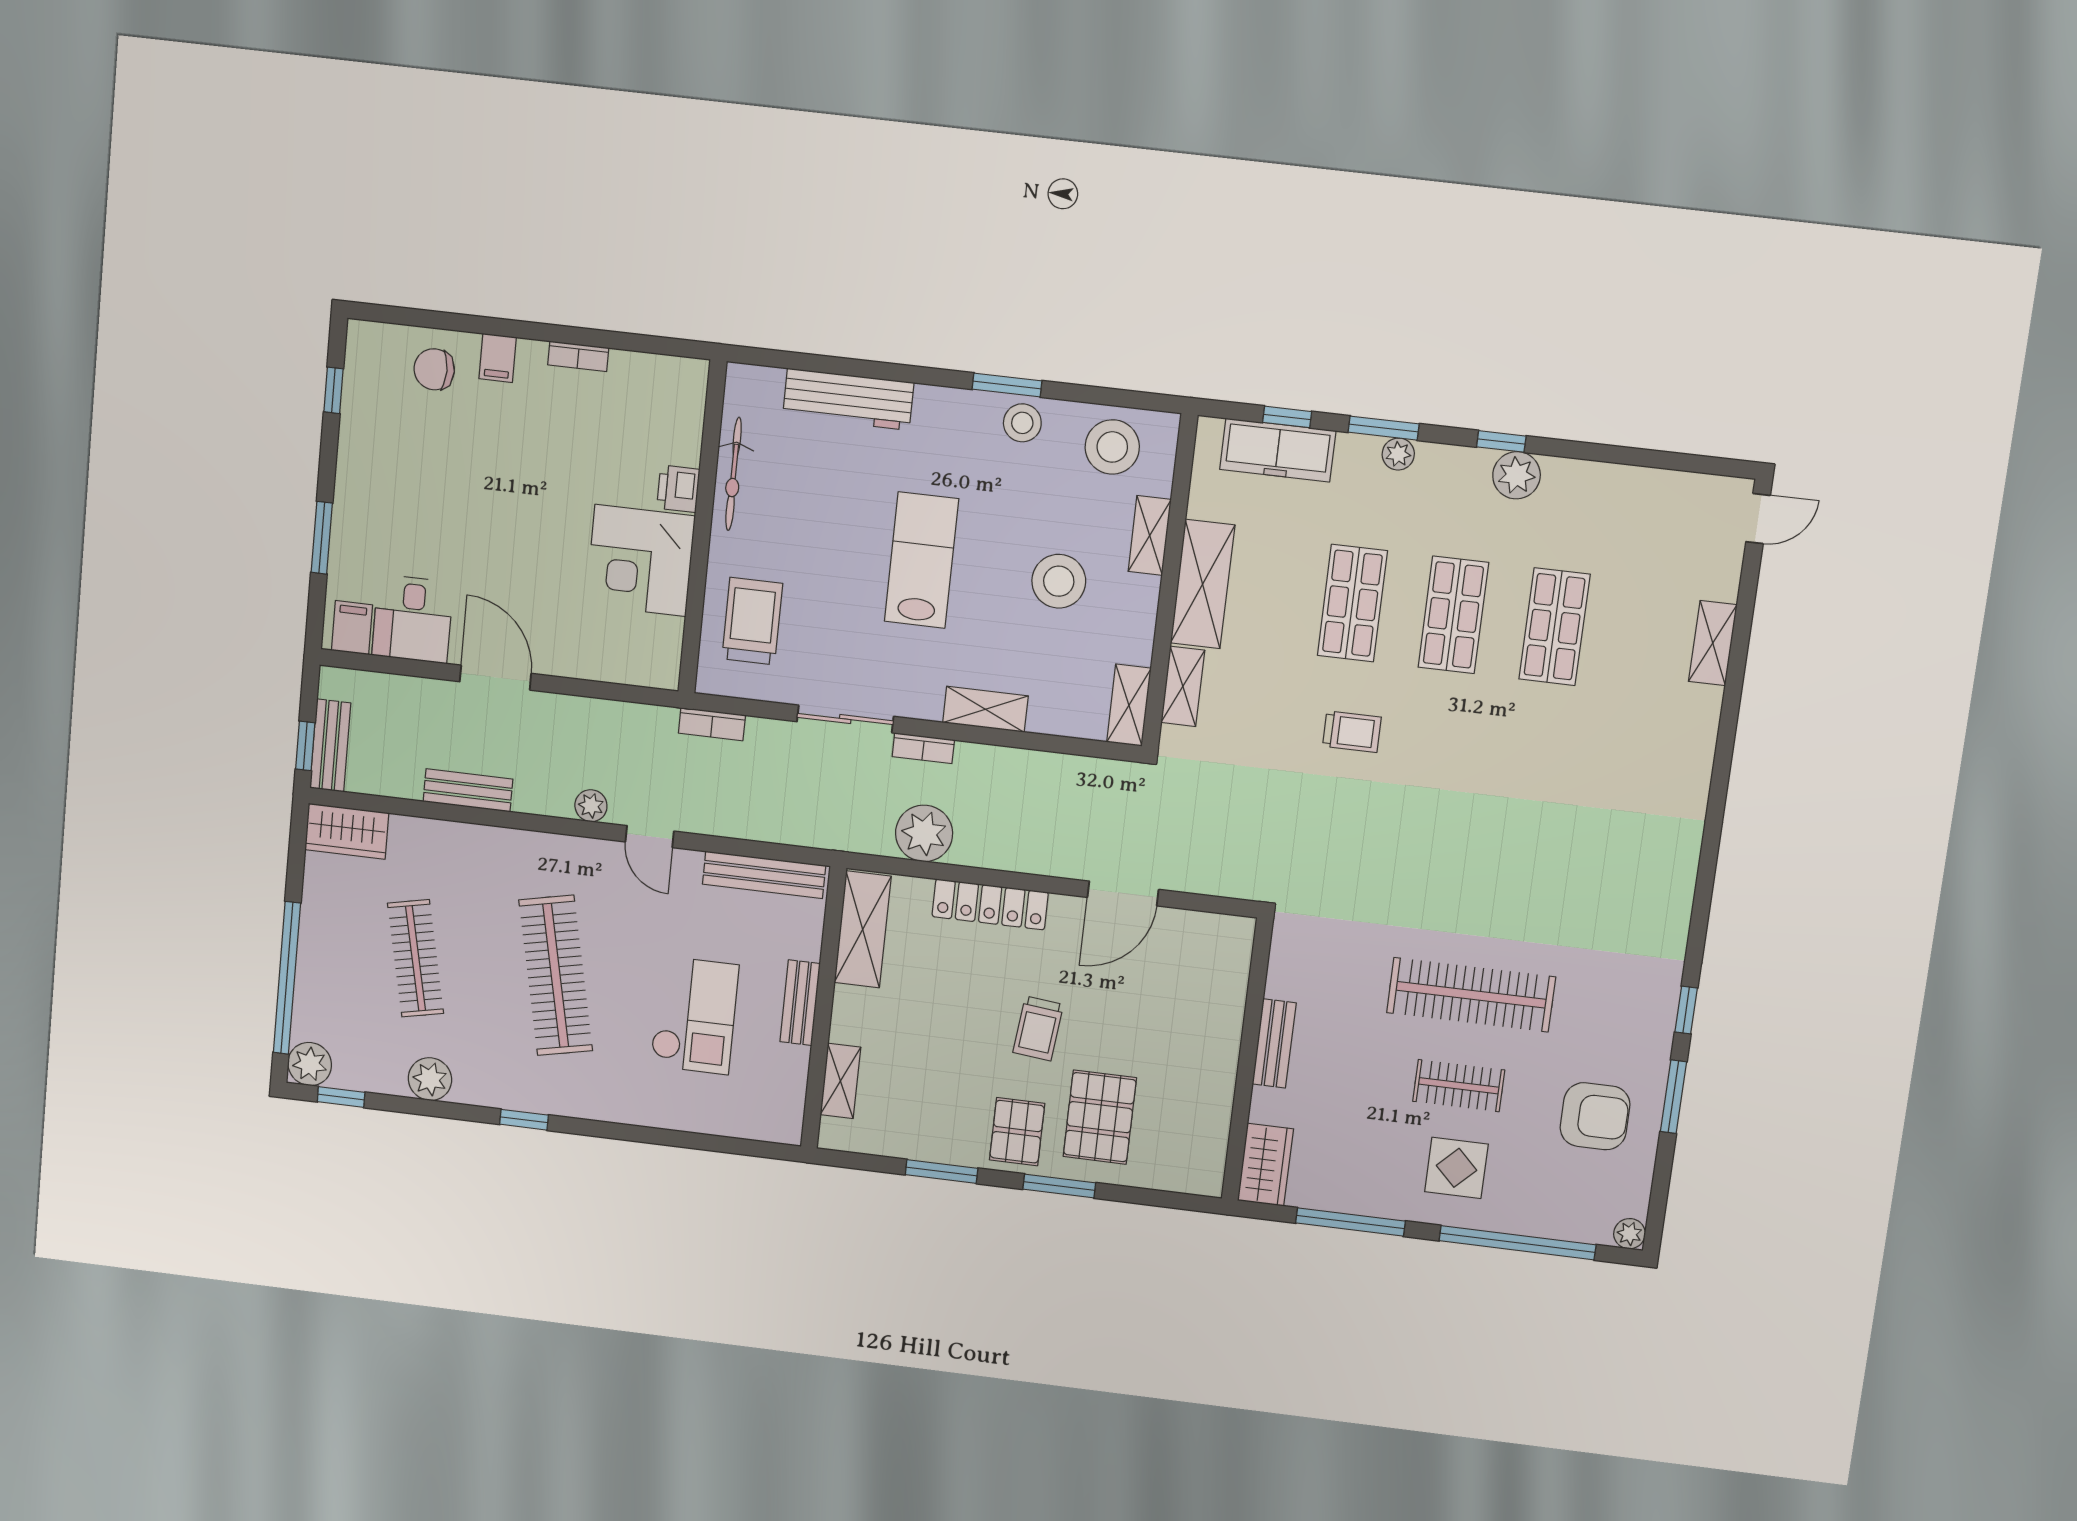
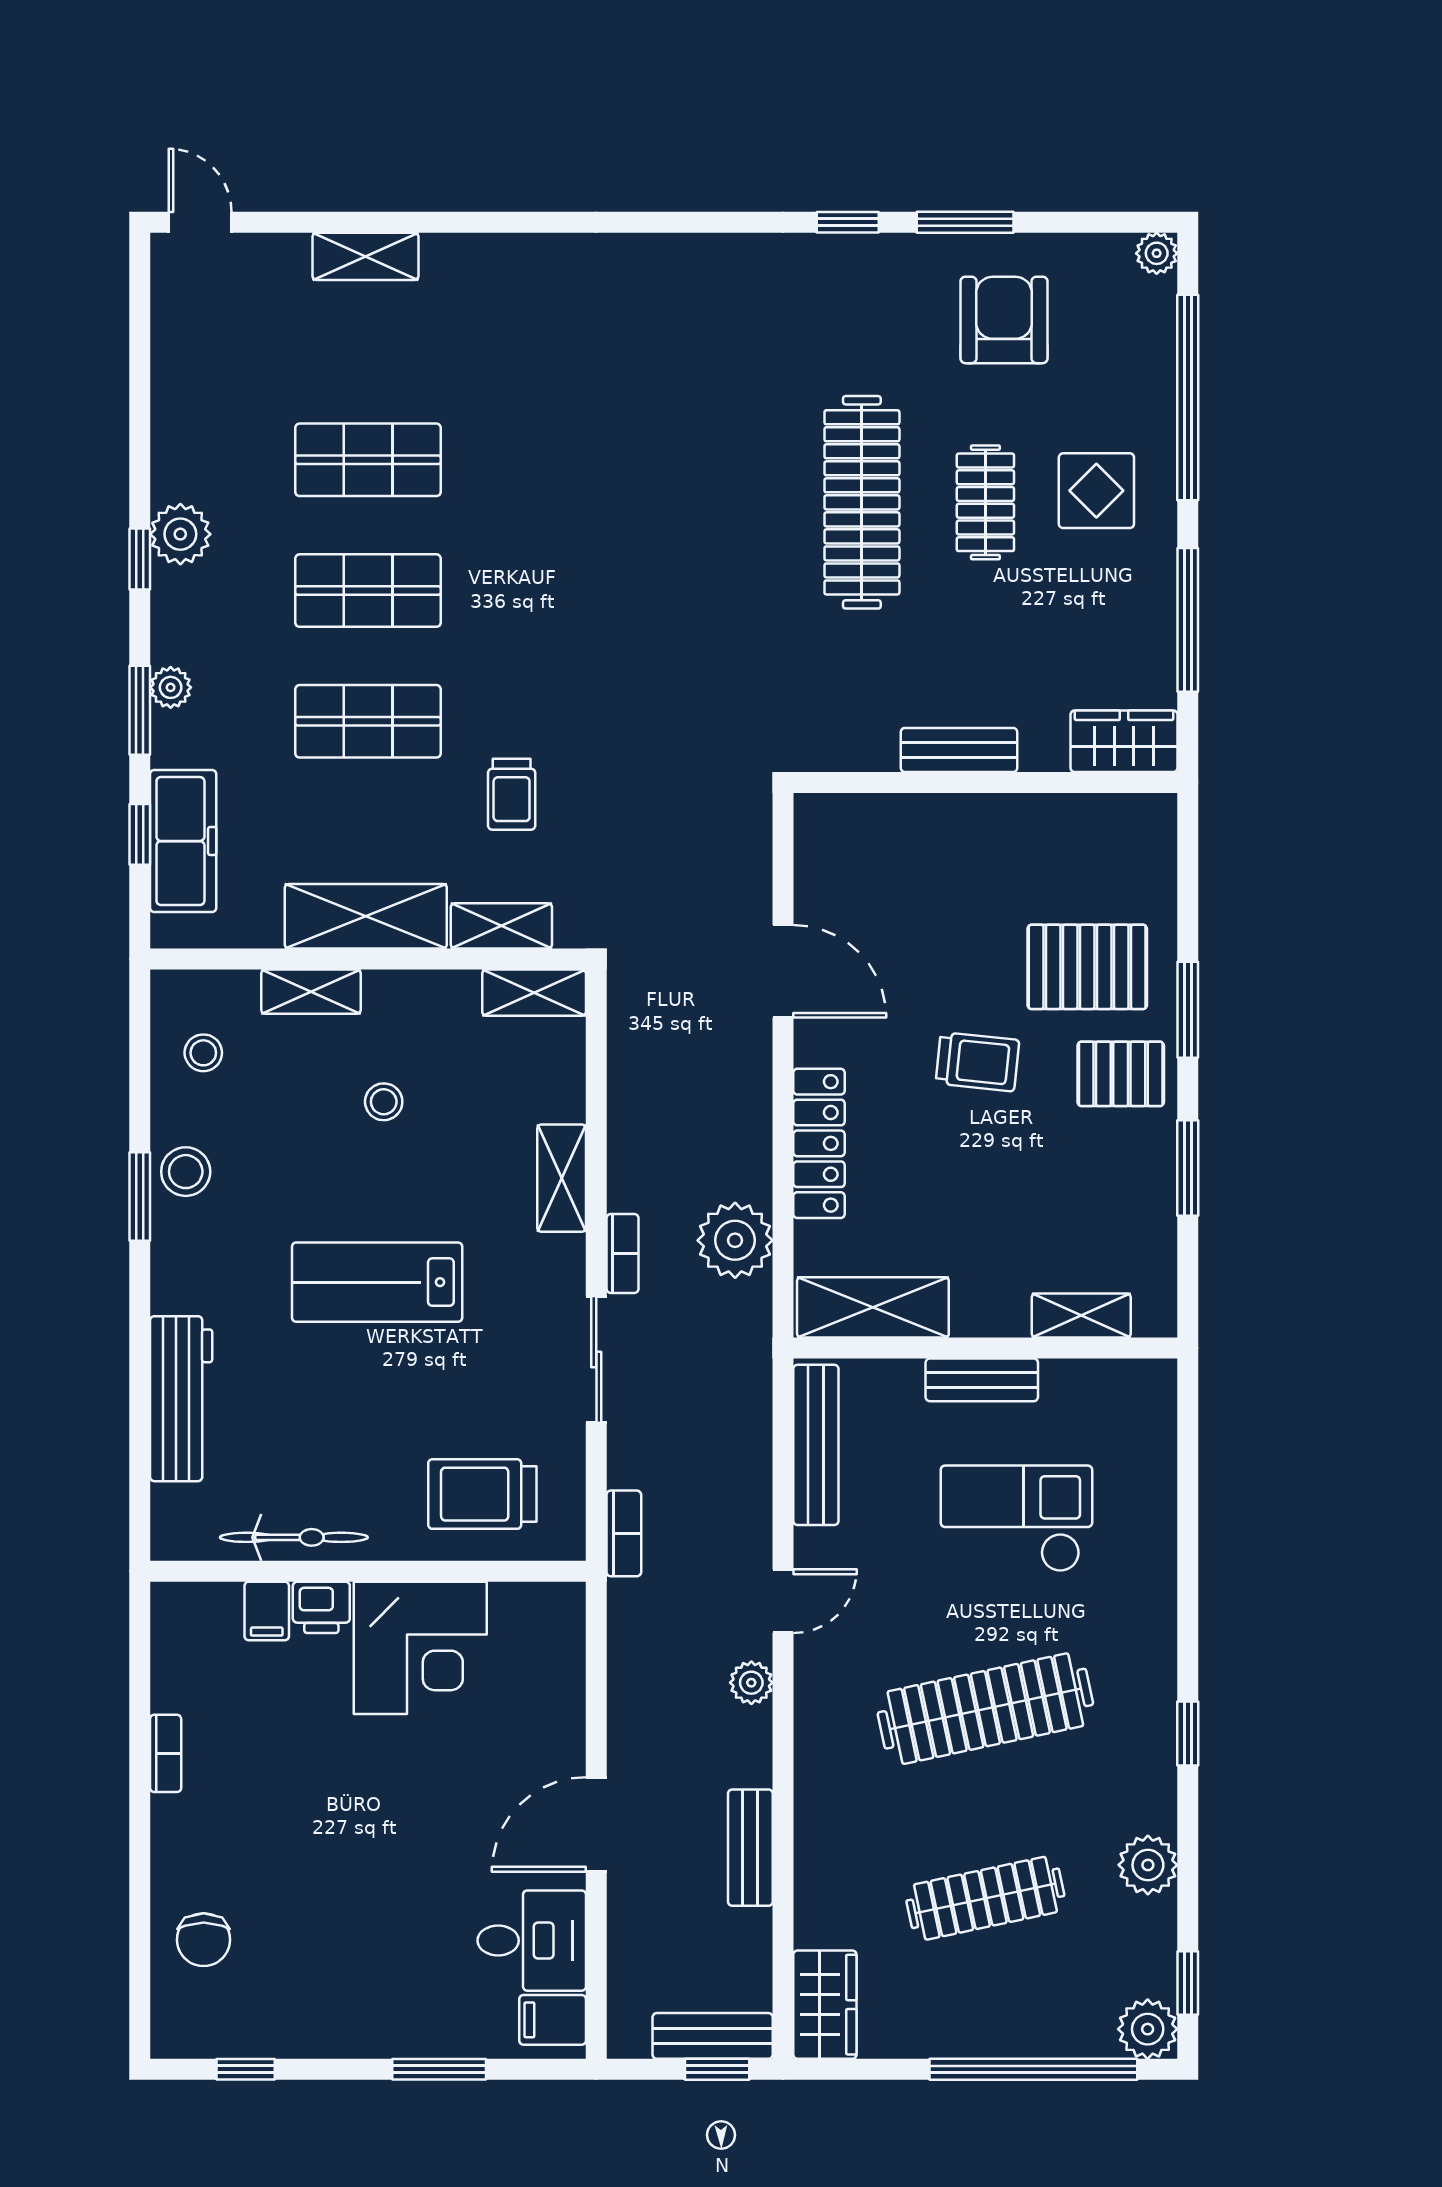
filing cabinet: (498, 358) -> (267, 1611), moved, turned 90
stool: (1112, 447) -> (203, 1053), width x0.53, depth x0.53
stool: (1059, 581) -> (384, 1102), width x0.53, depth x0.53
trolley: (1352, 732) -> (512, 794), moved, turned 180

